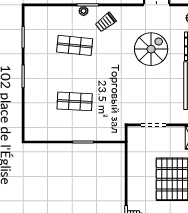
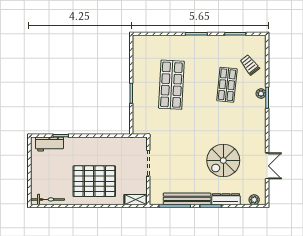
trolley: (106, 22) -> (250, 65), moved
spiral stairs: (151, 49) -> (223, 160), turned 90
shop shelf: (75, 101) -> (171, 85), width x1.43, depth x1.36

